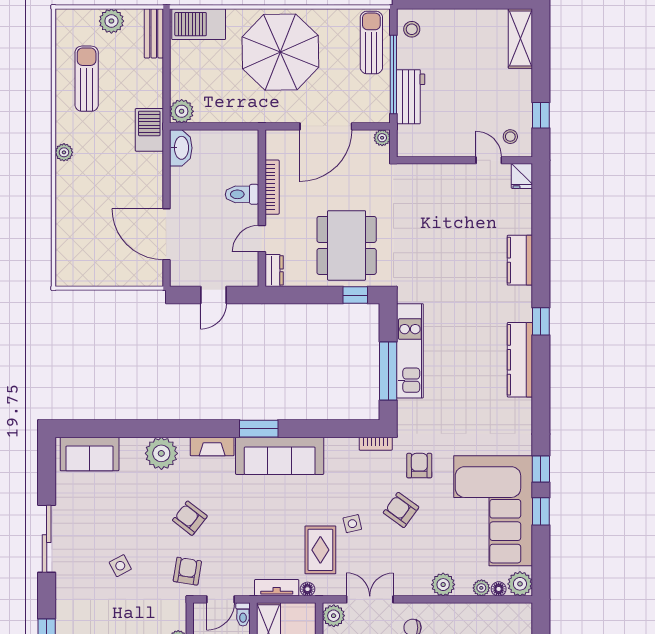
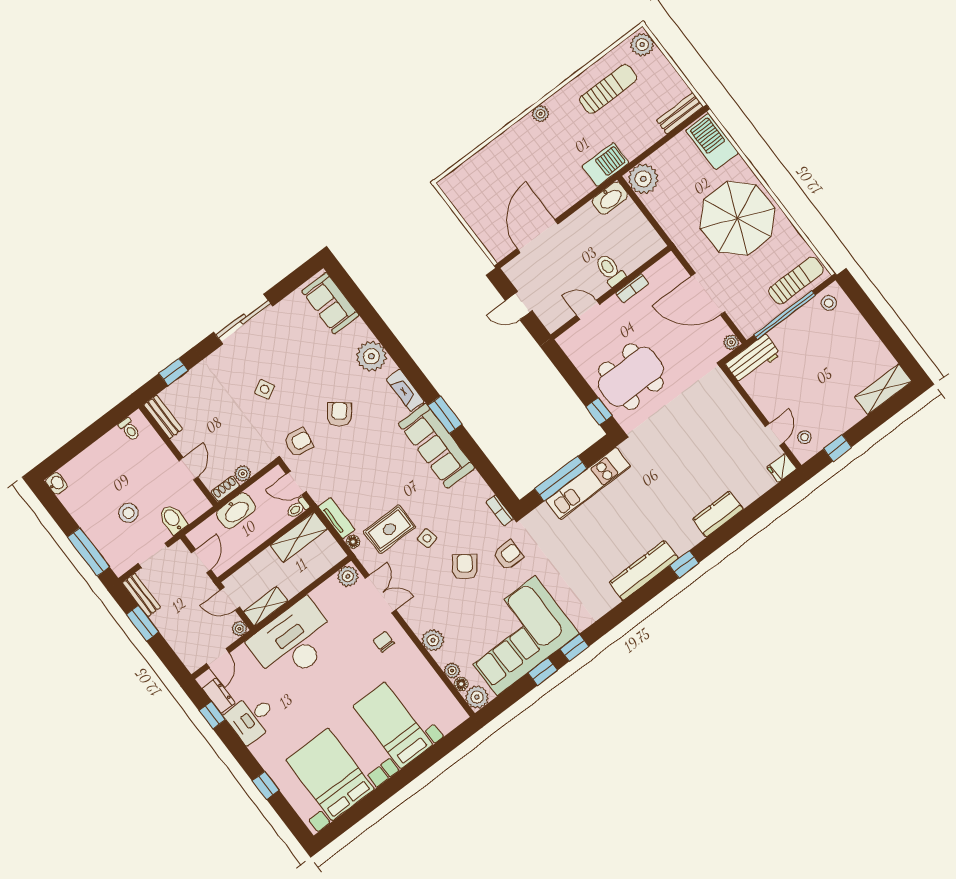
plant: (111, 21) -> (642, 45), moved
workbench: (411, 97) -> (753, 359), moved
plant: (182, 111) -> (643, 179), width x1.36, depth x1.36
bookcase: (272, 187) -> (632, 288), width x0.64
dresser: (274, 270) -> (571, 337), removed

